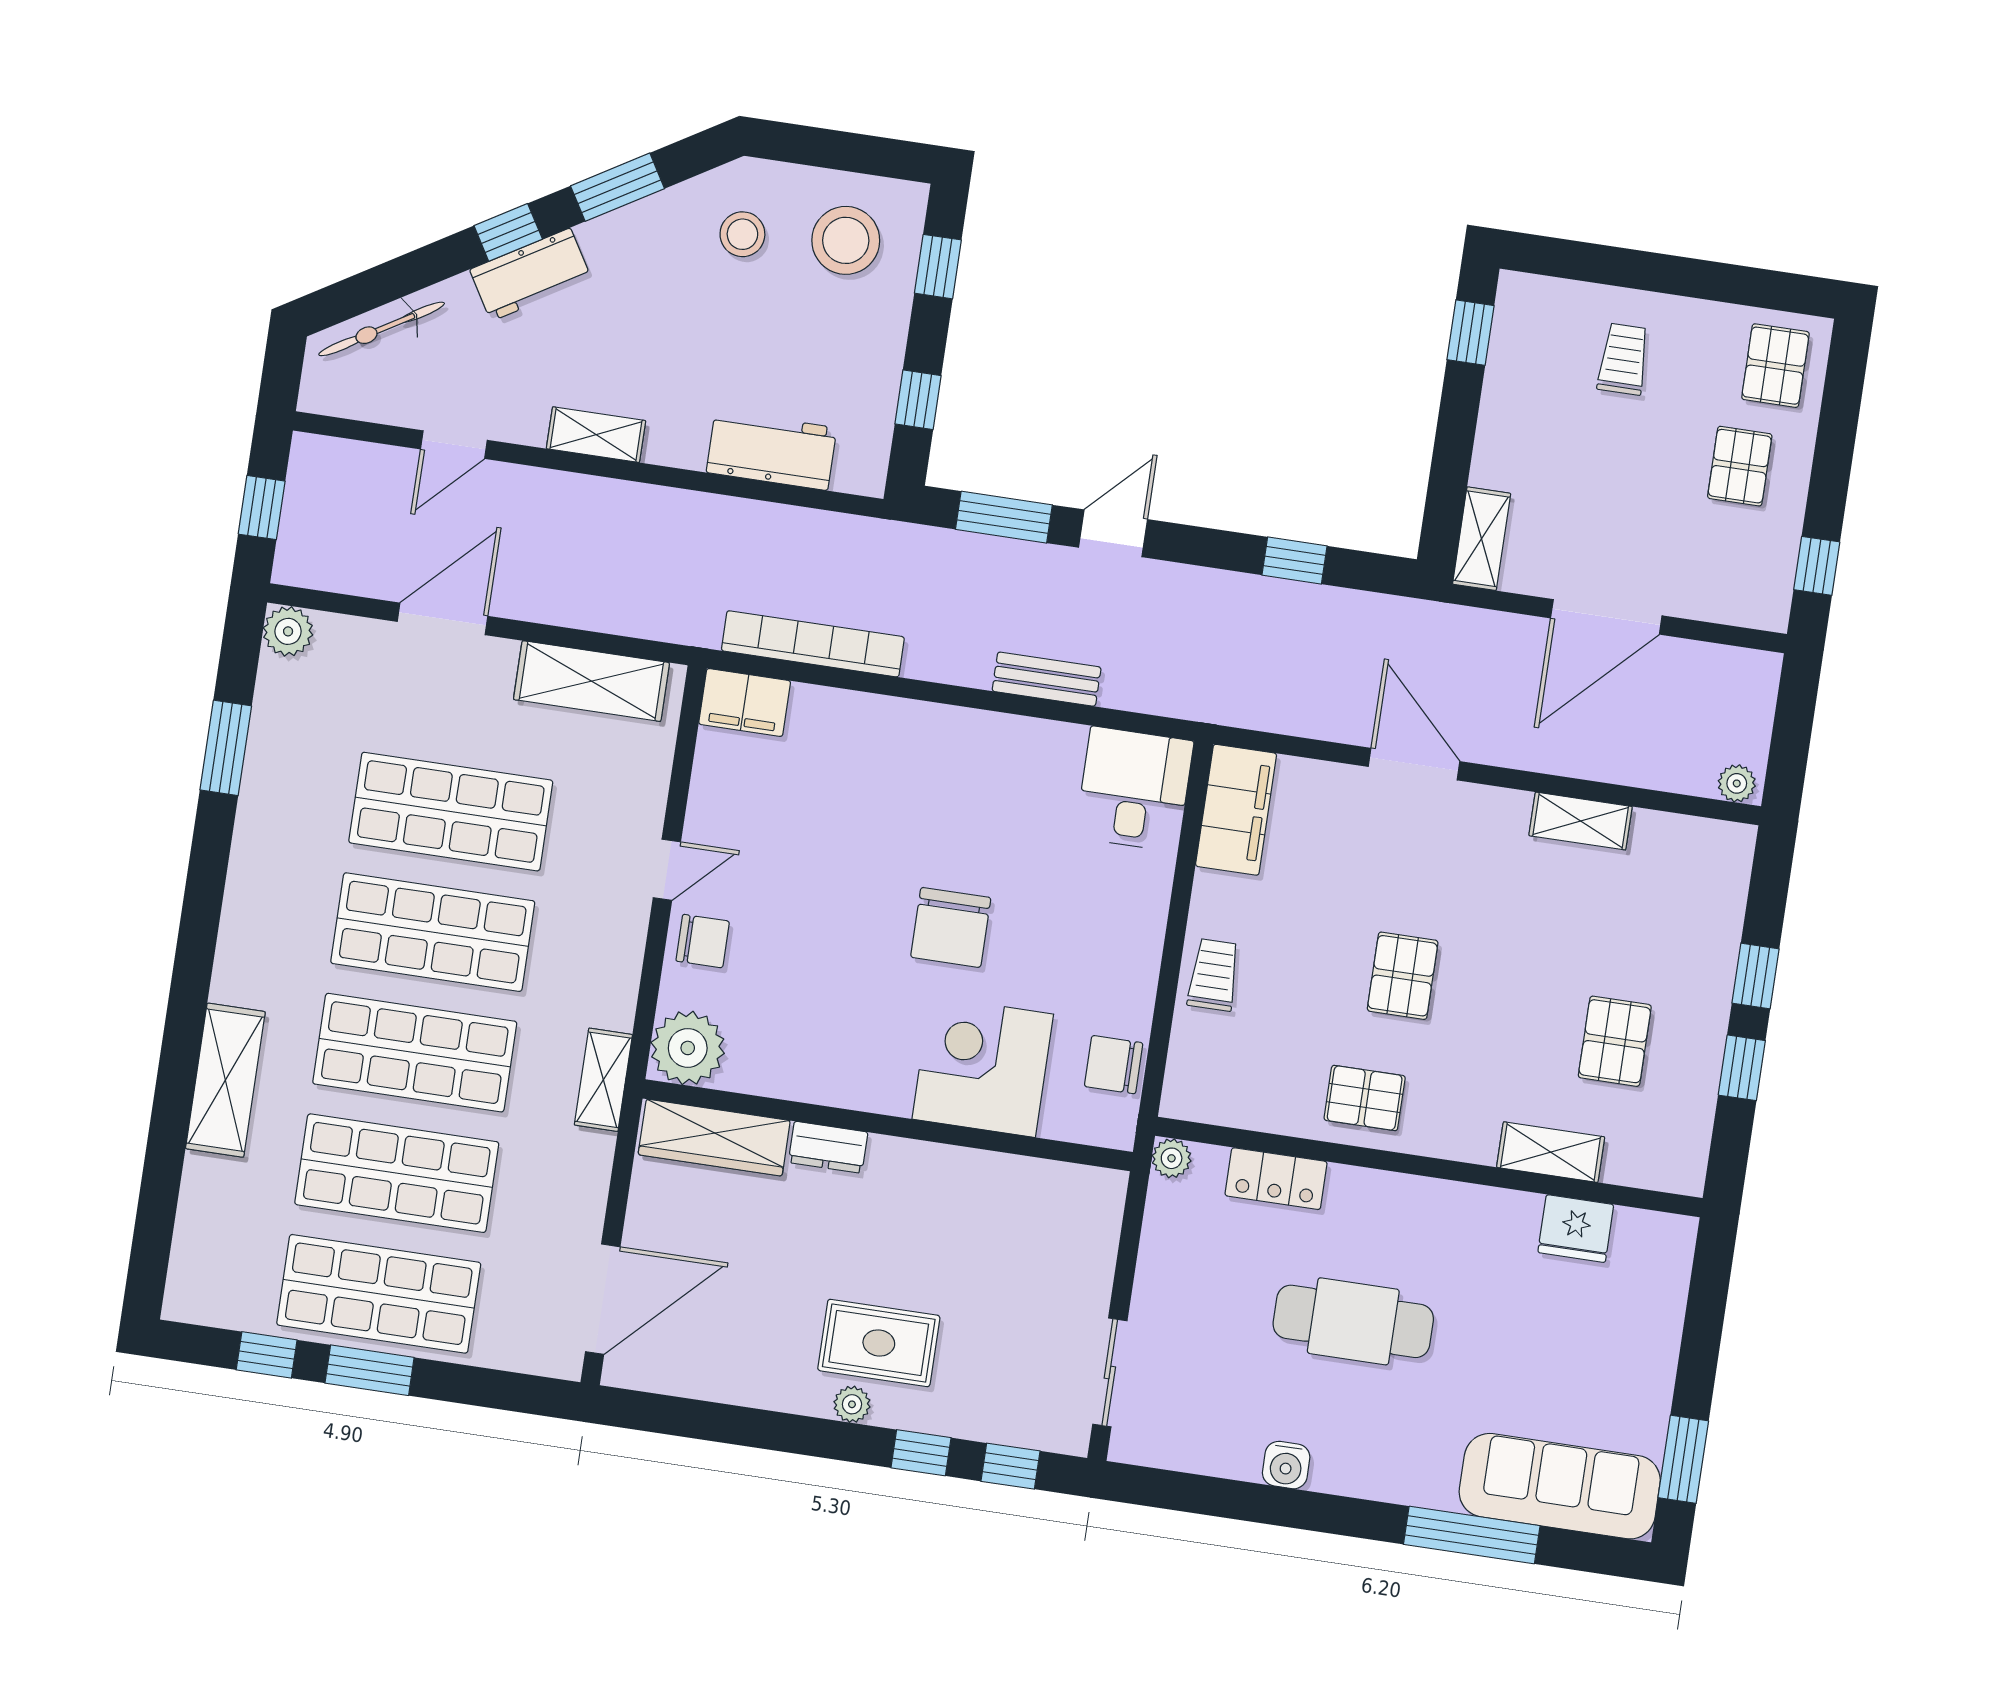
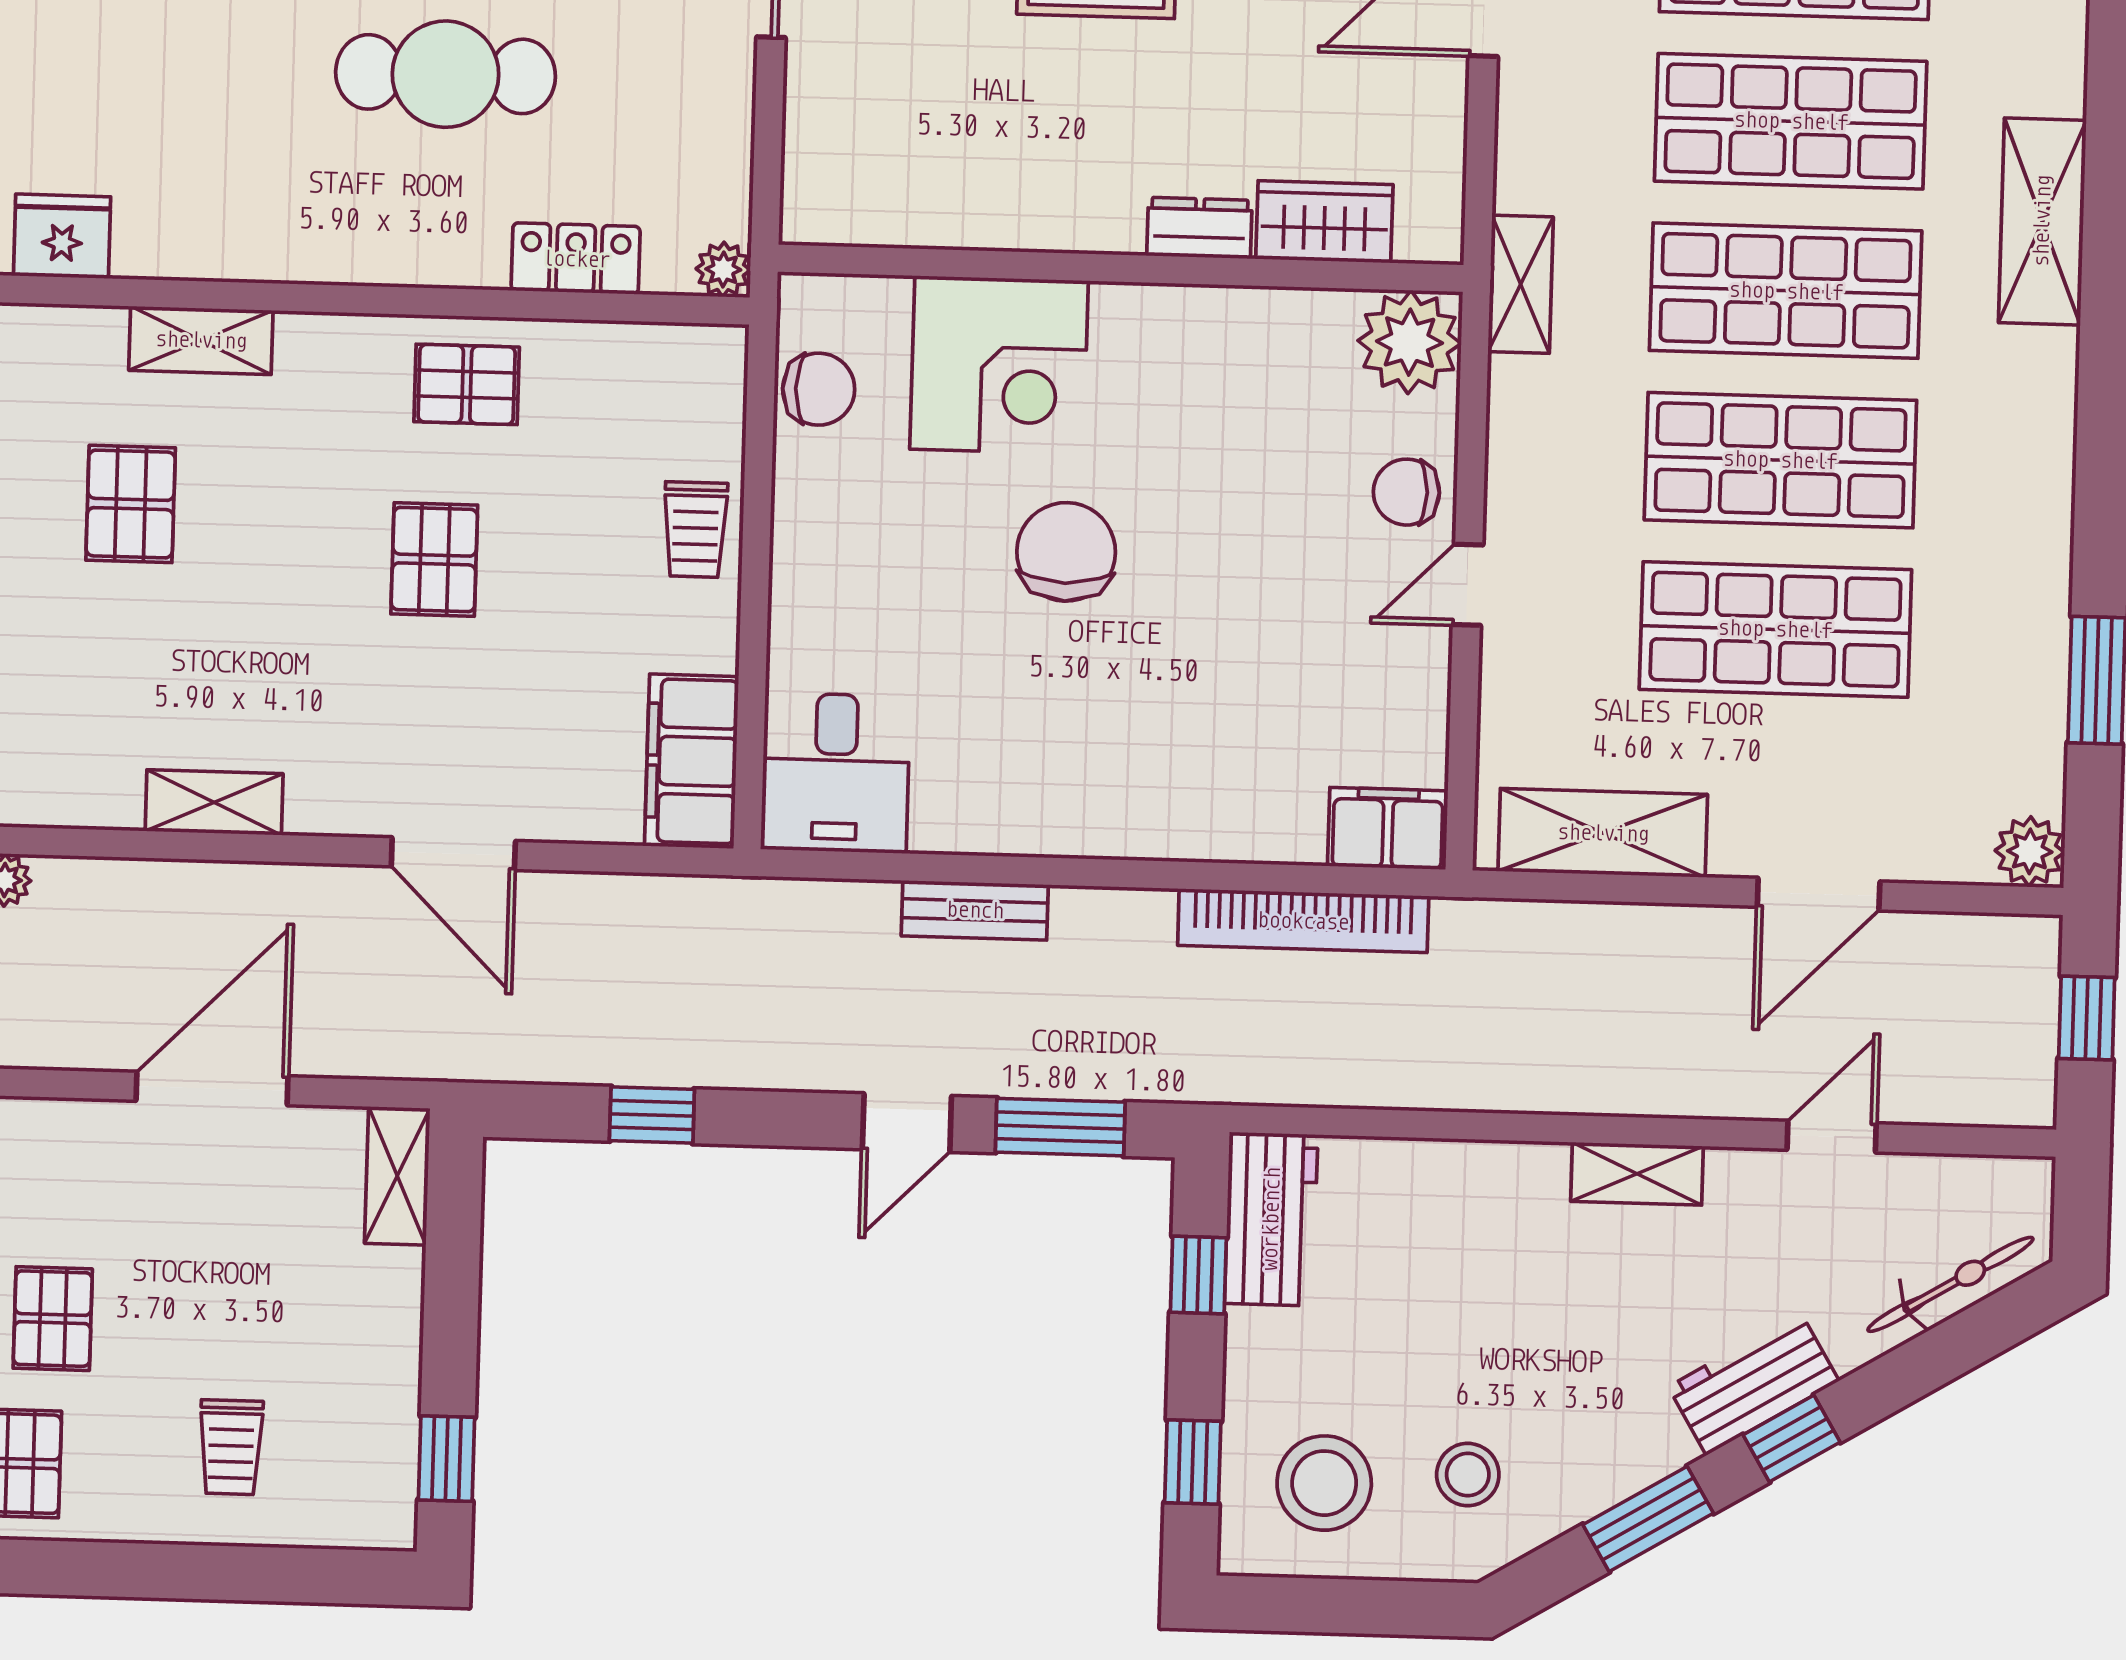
workbench: (772, 450) -> (1271, 1219), moved, turned -90
wardrobe: (714, 1138) -> (1324, 222), width x0.67
fridge: (1576, 1229) -> (62, 236), moved

